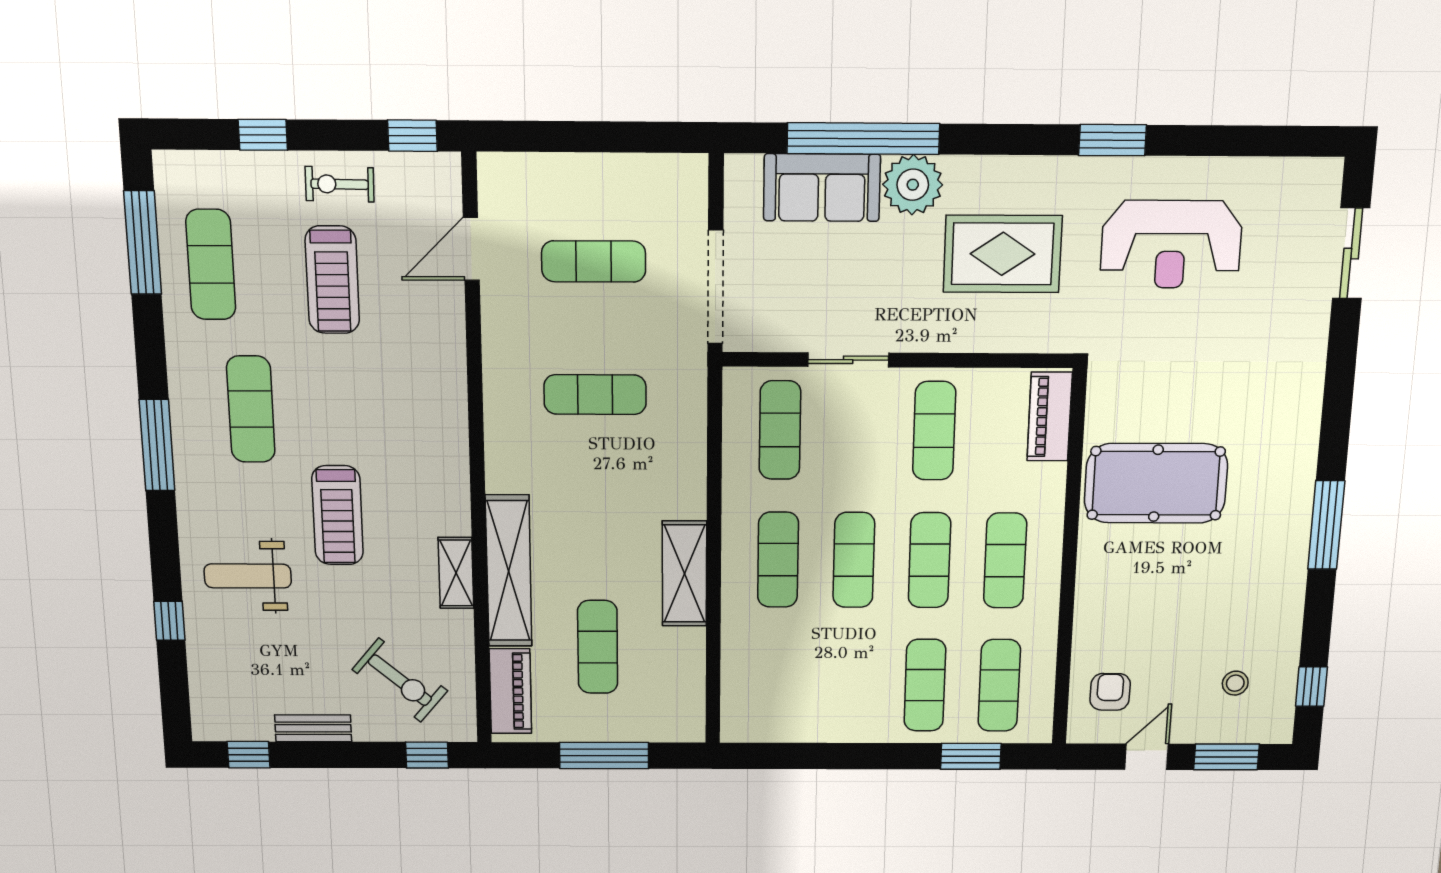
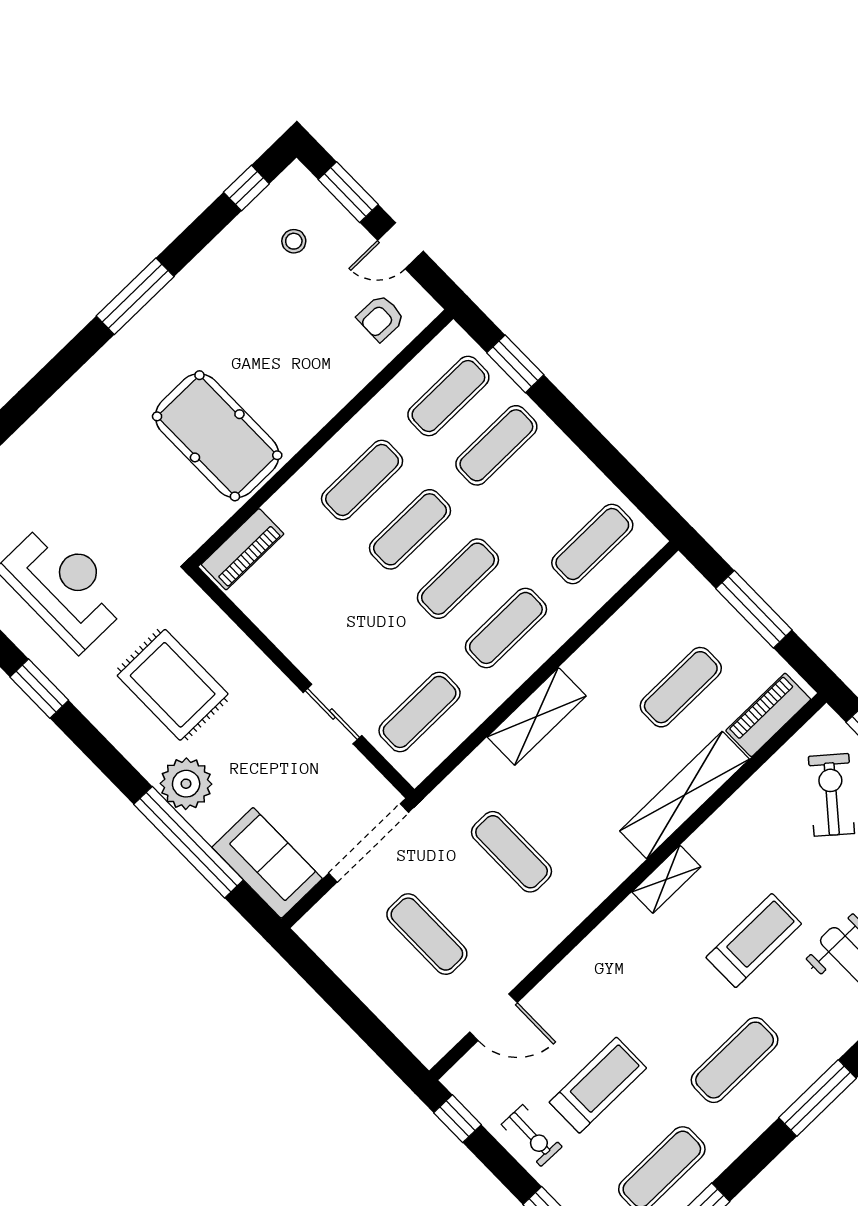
sofa: (822, 188) -> (267, 863), moved
exercise mat: (934, 431) -> (592, 544), moved
shelving: (456, 573) -> (666, 879), moved
shelving: (684, 574) -> (537, 716), moved

